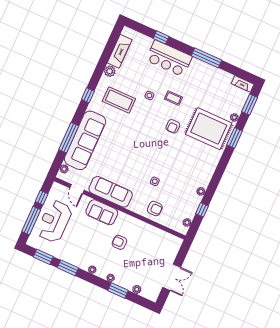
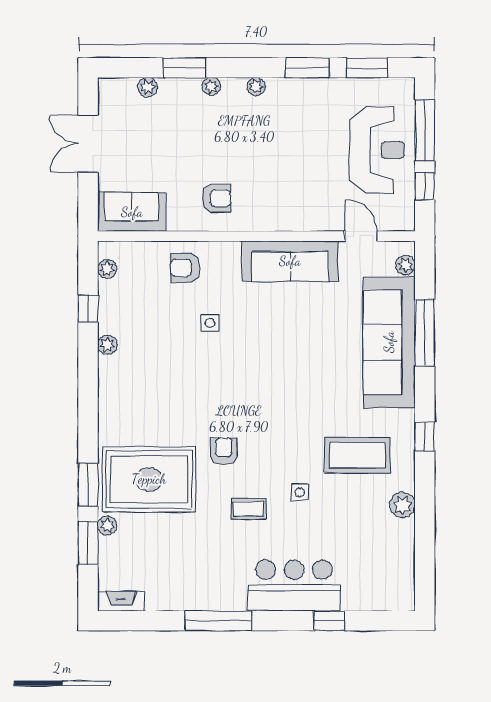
fireplace: (120, 51) -> (401, 555), removed
window: (250, 105) -> (88, 543), moved
sofa: (102, 212) -> (132, 212), moved
armchair: (119, 242) -> (217, 198), moved

